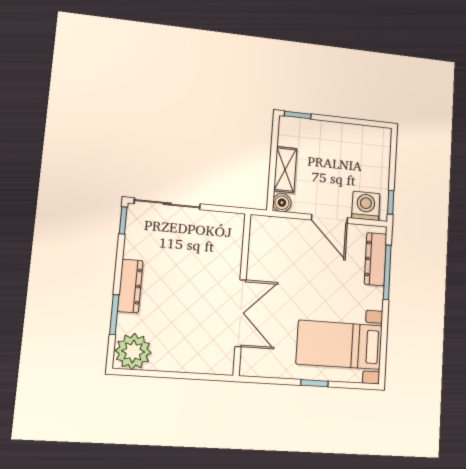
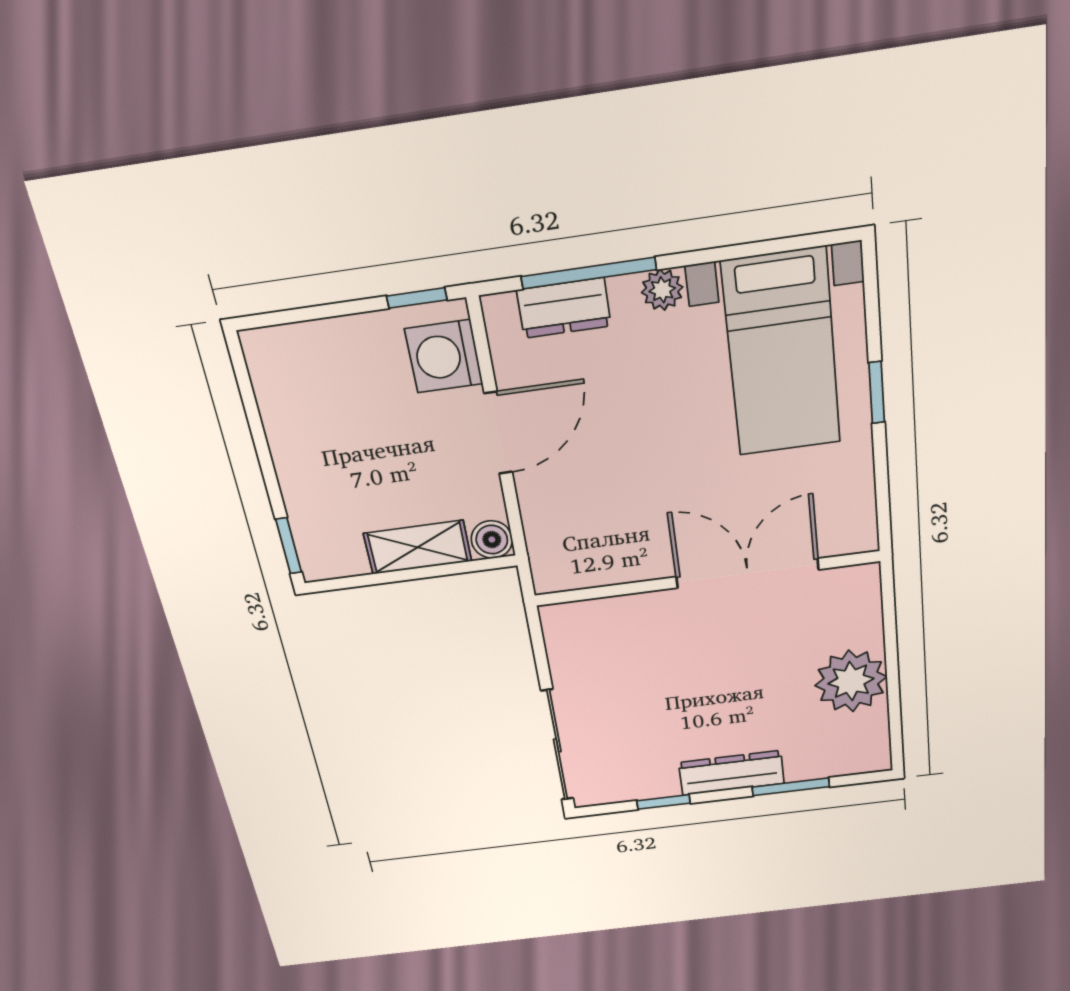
window: (123, 220) -> (663, 802), moved
dresser: (376, 259) -> (564, 308), width x0.70
plant: (375, 300) -> (662, 290), added
plant: (133, 351) -> (851, 681), moved

